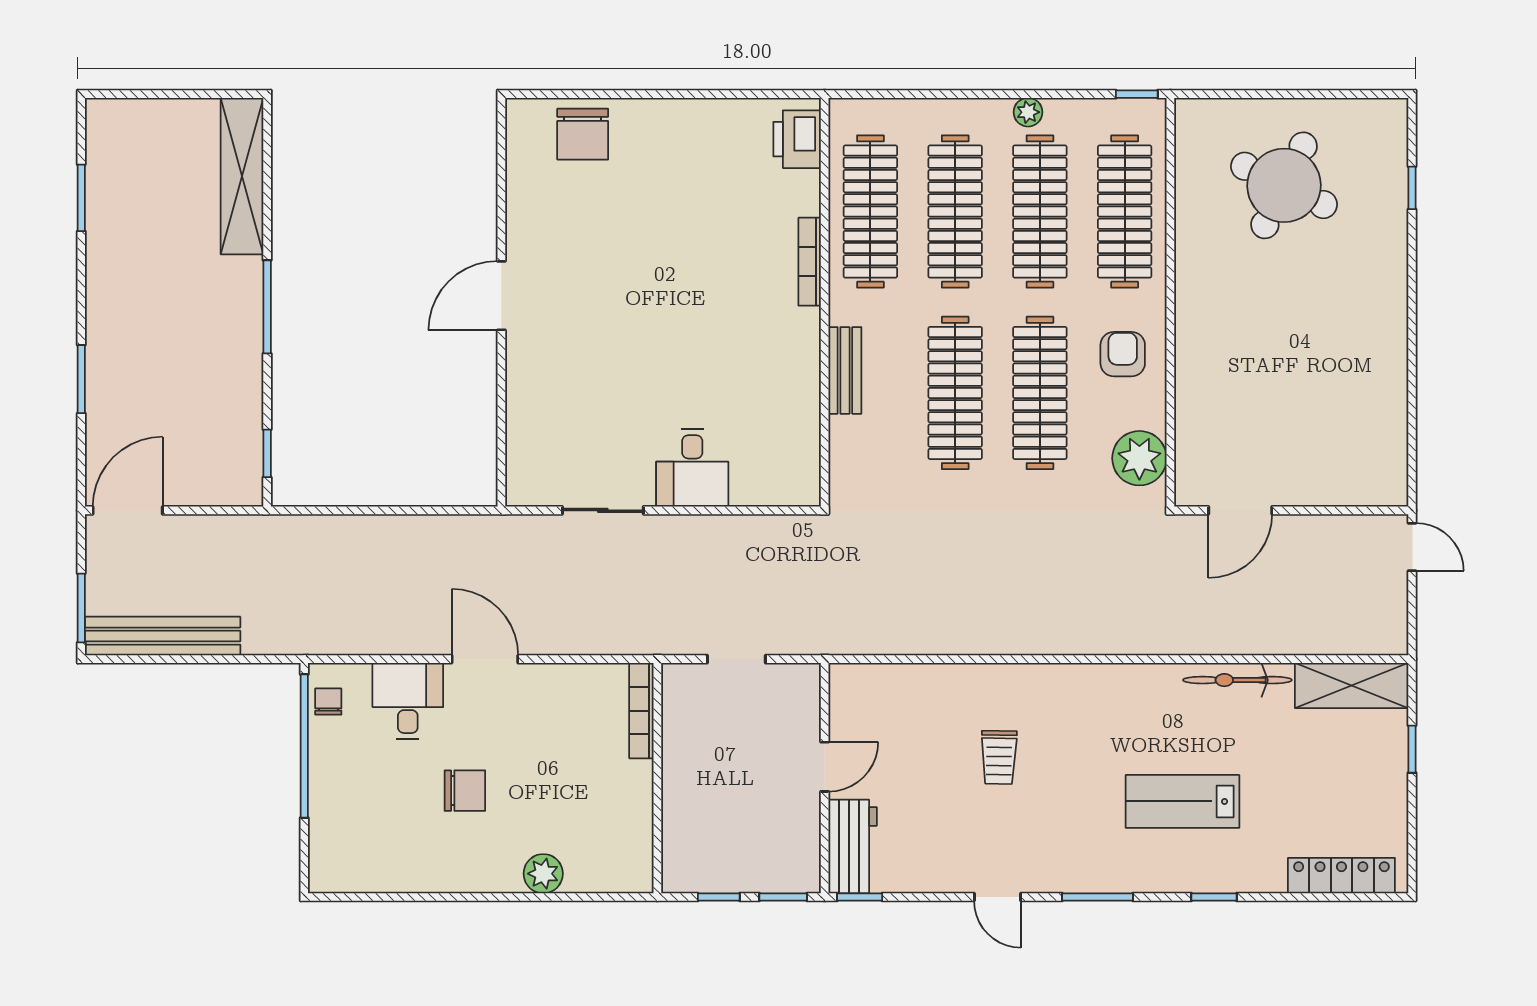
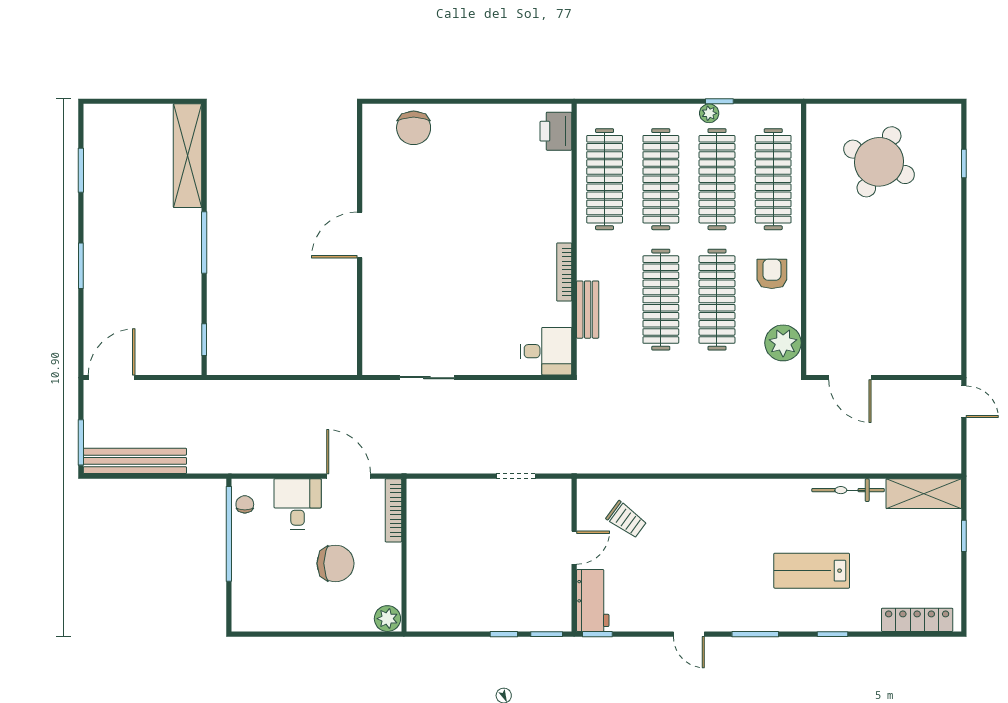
window: (1137, 94) -> (719, 101), moved
bookcase: (810, 262) -> (564, 272), moved
bench: (845, 370) -> (588, 310), moved
window: (81, 379) -> (81, 266), moved
desk: (692, 468) -> (546, 351), moved, turned -90
door: (1240, 510) -> (850, 378), hinge flipped
bookcase: (641, 711) -> (393, 510), moved
trolley: (999, 757) -> (626, 520), moved, turned -55
wall: (657, 778) -> (404, 555), moved
chair: (465, 791) -> (335, 563), width x1.37, depth x1.37

